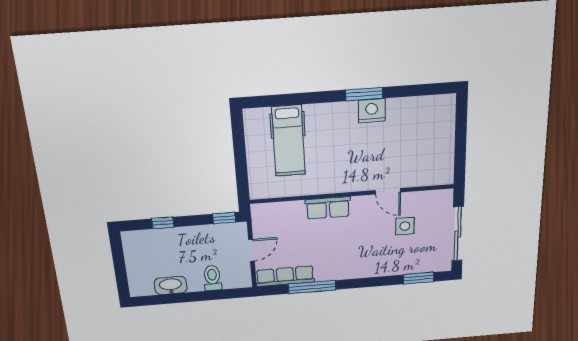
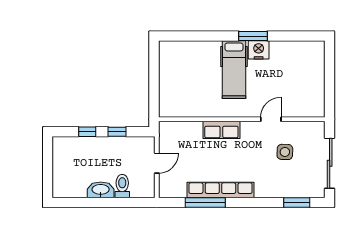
hospital bed: (289, 141) -> (234, 70), moved
door: (388, 191) -> (271, 119), swing flipped
window: (224, 218) -> (117, 132), moved
row of seats: (285, 276) -> (220, 190), moved, width x1.36
washbasin: (171, 285) -> (101, 190), moved

